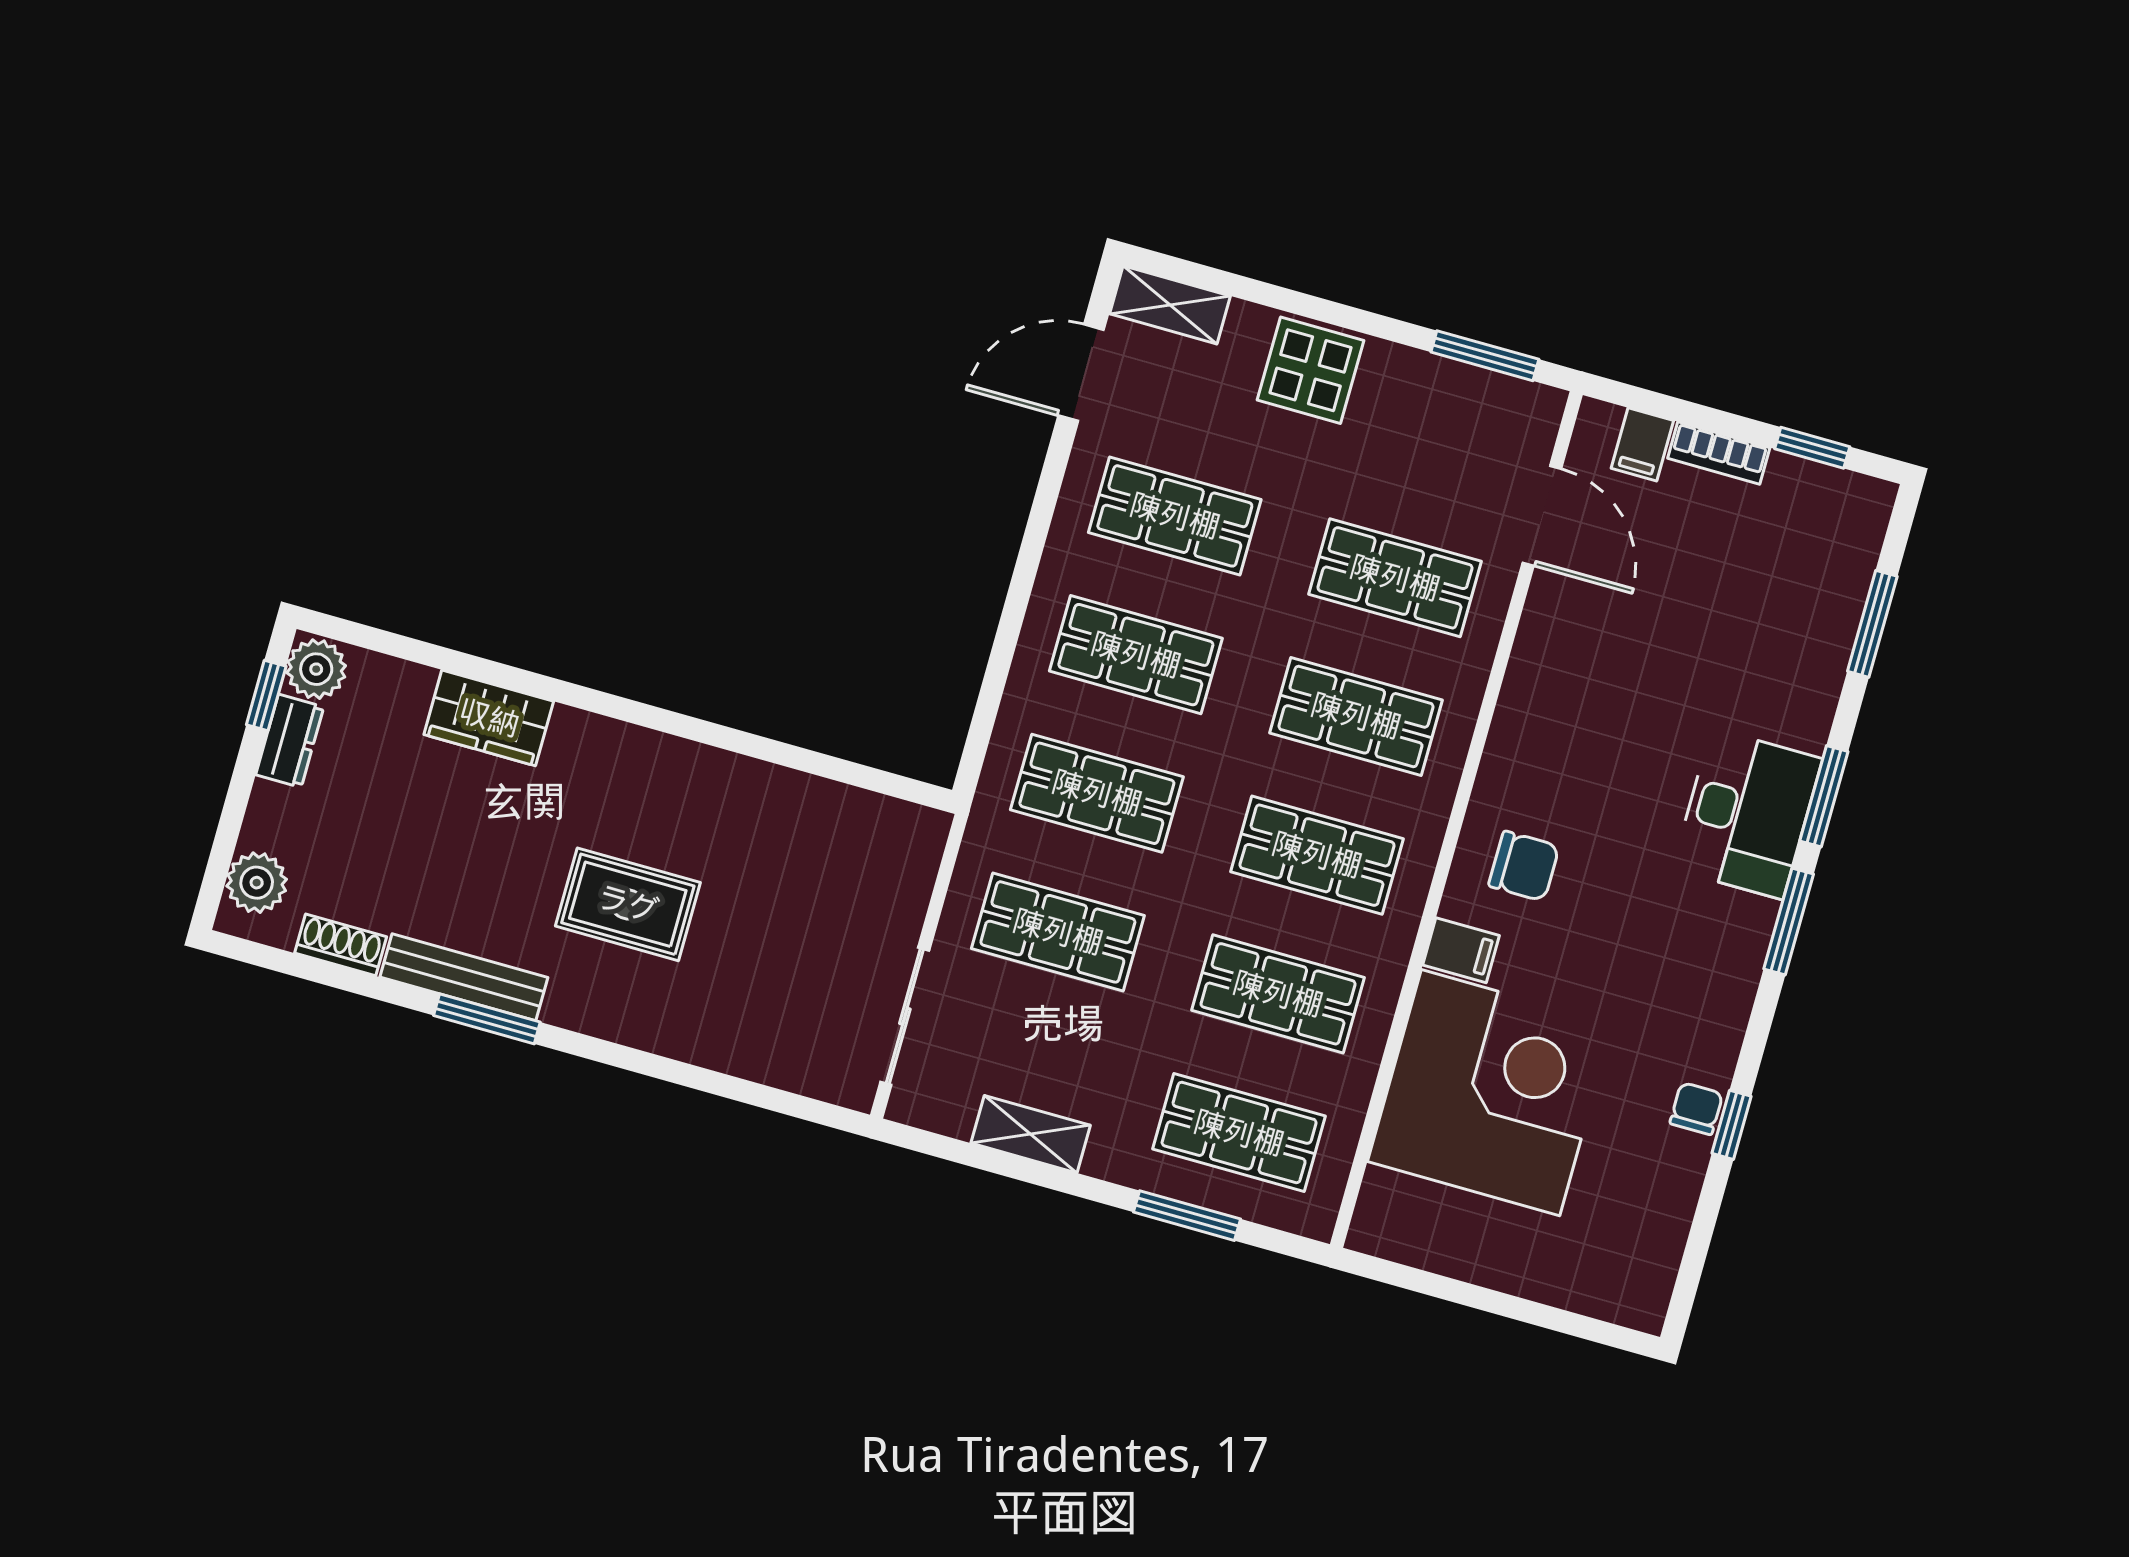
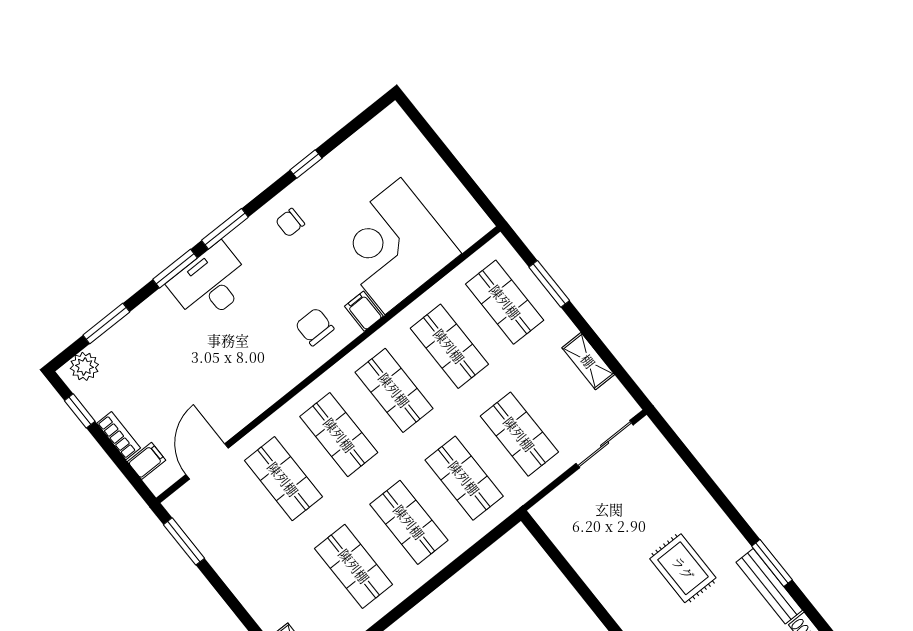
display table: (1310, 370) -> (258, 586), removed
plant: (1857, 527) -> (84, 366), added
chair: (1696, 1109) -> (290, 223), moved

